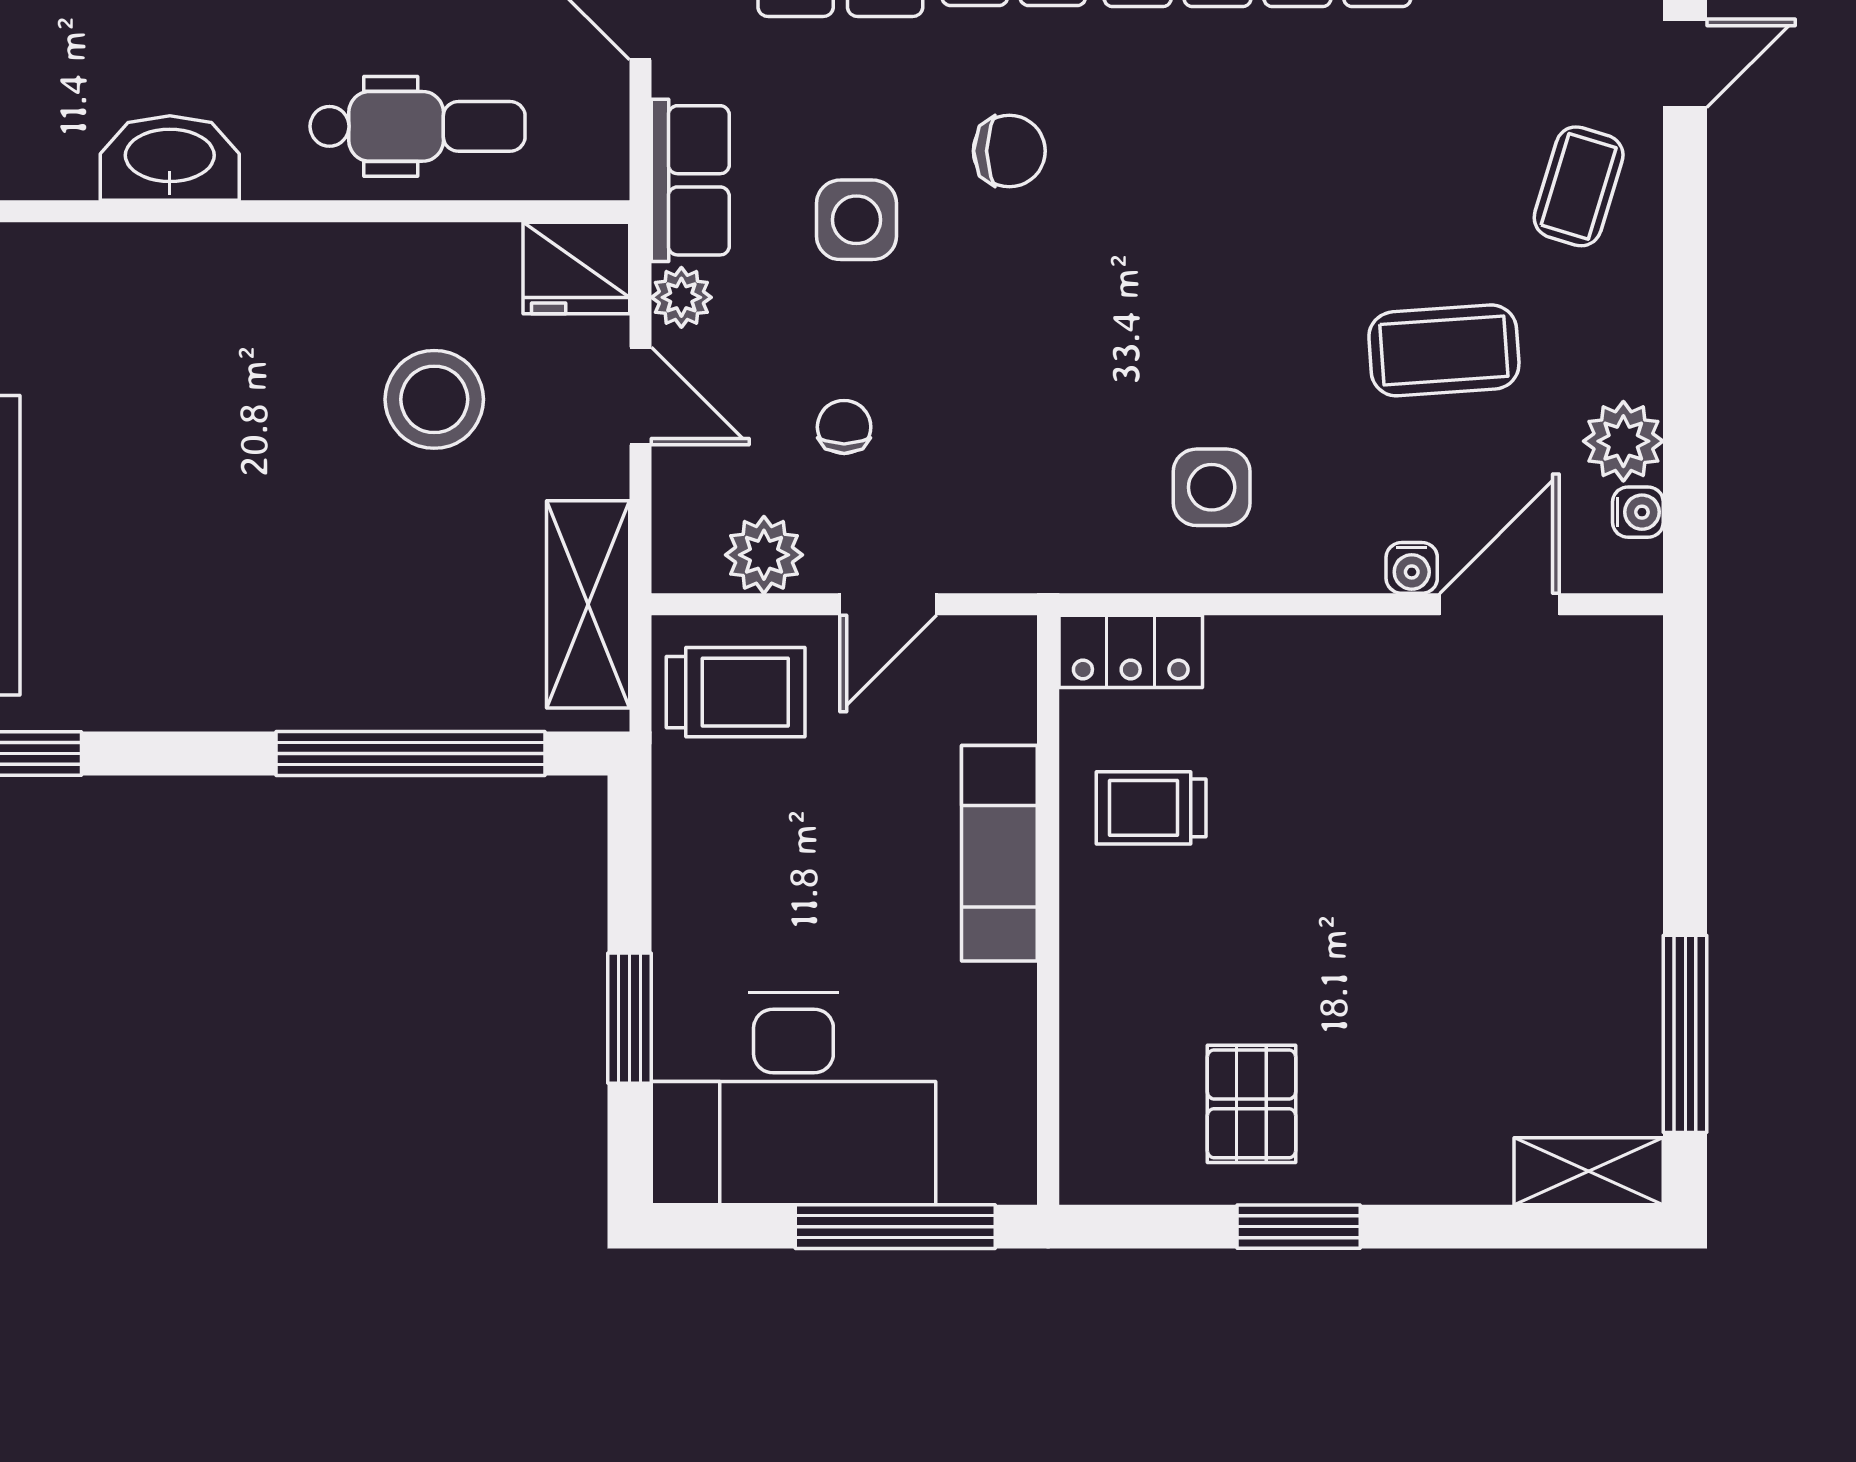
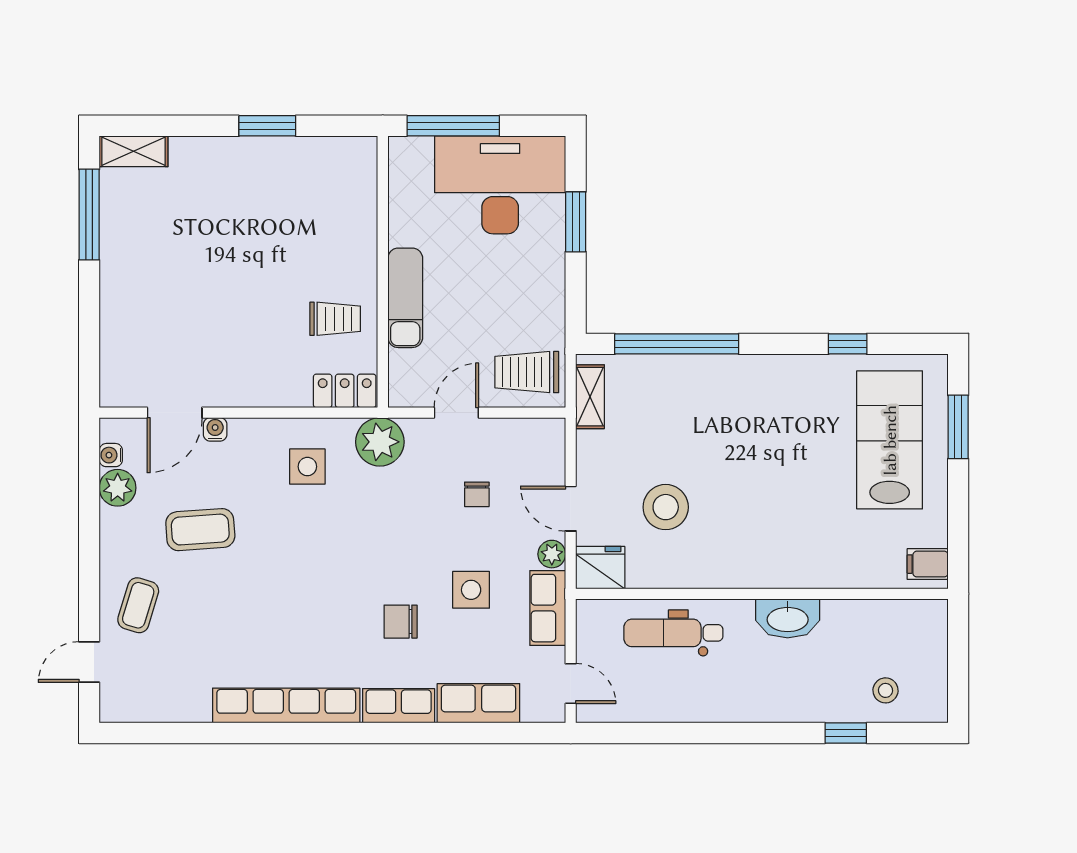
plant: (764, 555) -> (380, 442), moved, width x1.36, depth x1.36
shelving: (588, 604) -> (590, 397), width x0.67, depth x0.75
pallet: (1251, 1104) -> (289, 182), removed

